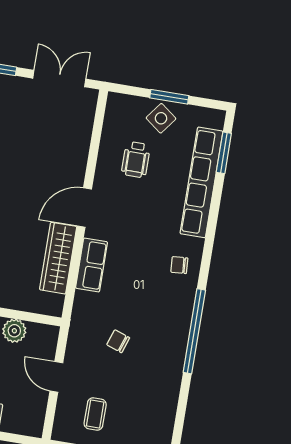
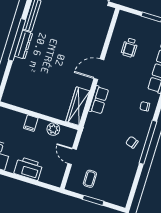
side table: (161, 118) -> (146, 28), removed
wardrobe: (58, 258) -> (78, 106), moved
chair: (118, 341) -> (132, 142), moved

